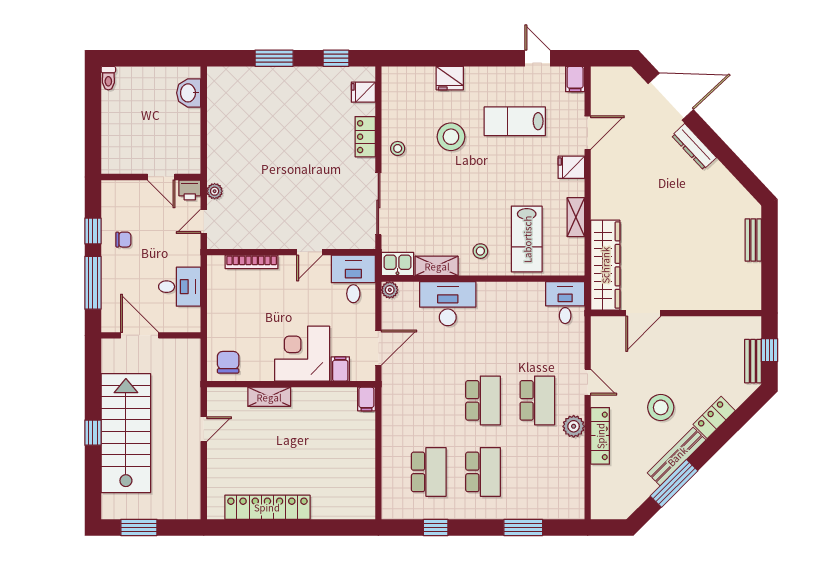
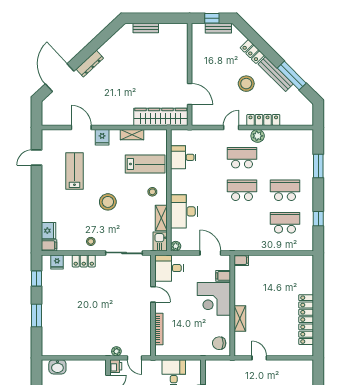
fridge: (450, 78) -> (49, 231), moved
filing cabinet: (575, 79) -> (49, 245), moved
lab bench: (515, 121) -> (74, 171), turned 180
stool: (451, 137) -> (108, 202), moved
desk: (565, 303) -> (183, 157), moved

